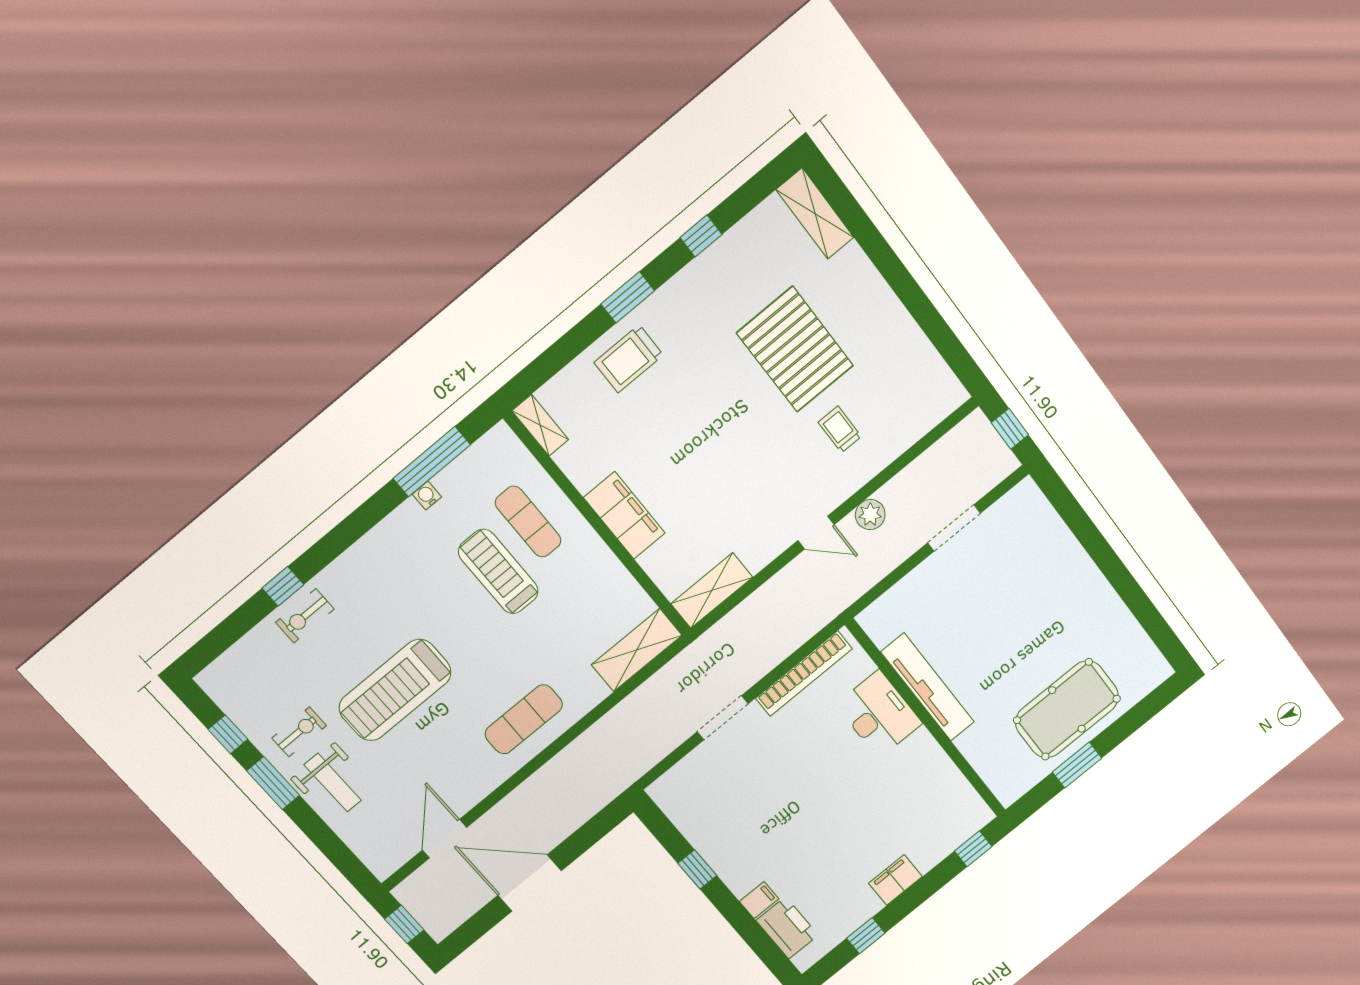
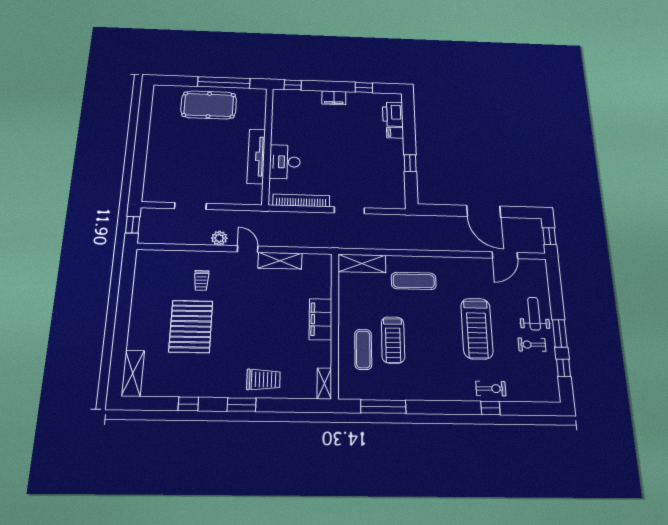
water cooler: (427, 496) -> (397, 395), removed
shelving: (712, 590) -> (280, 261), moved
treadmill: (395, 690) -> (477, 328), turned 90
exercise mat: (524, 719) -> (414, 281), moved
window: (1077, 765) -> (224, 82), width x2.11

